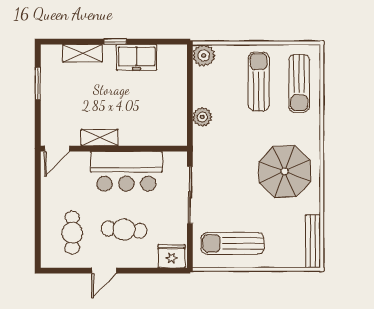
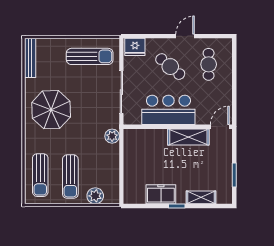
plant: (204, 55) -> (95, 196), moved
sun lounger: (299, 83) -> (40, 175), turned 180
plant: (202, 117) -> (112, 136), moved
shelving: (99, 138) -> (188, 137), width x1.50, depth x1.33
cafe table: (124, 230) -> (170, 67), turned 36

